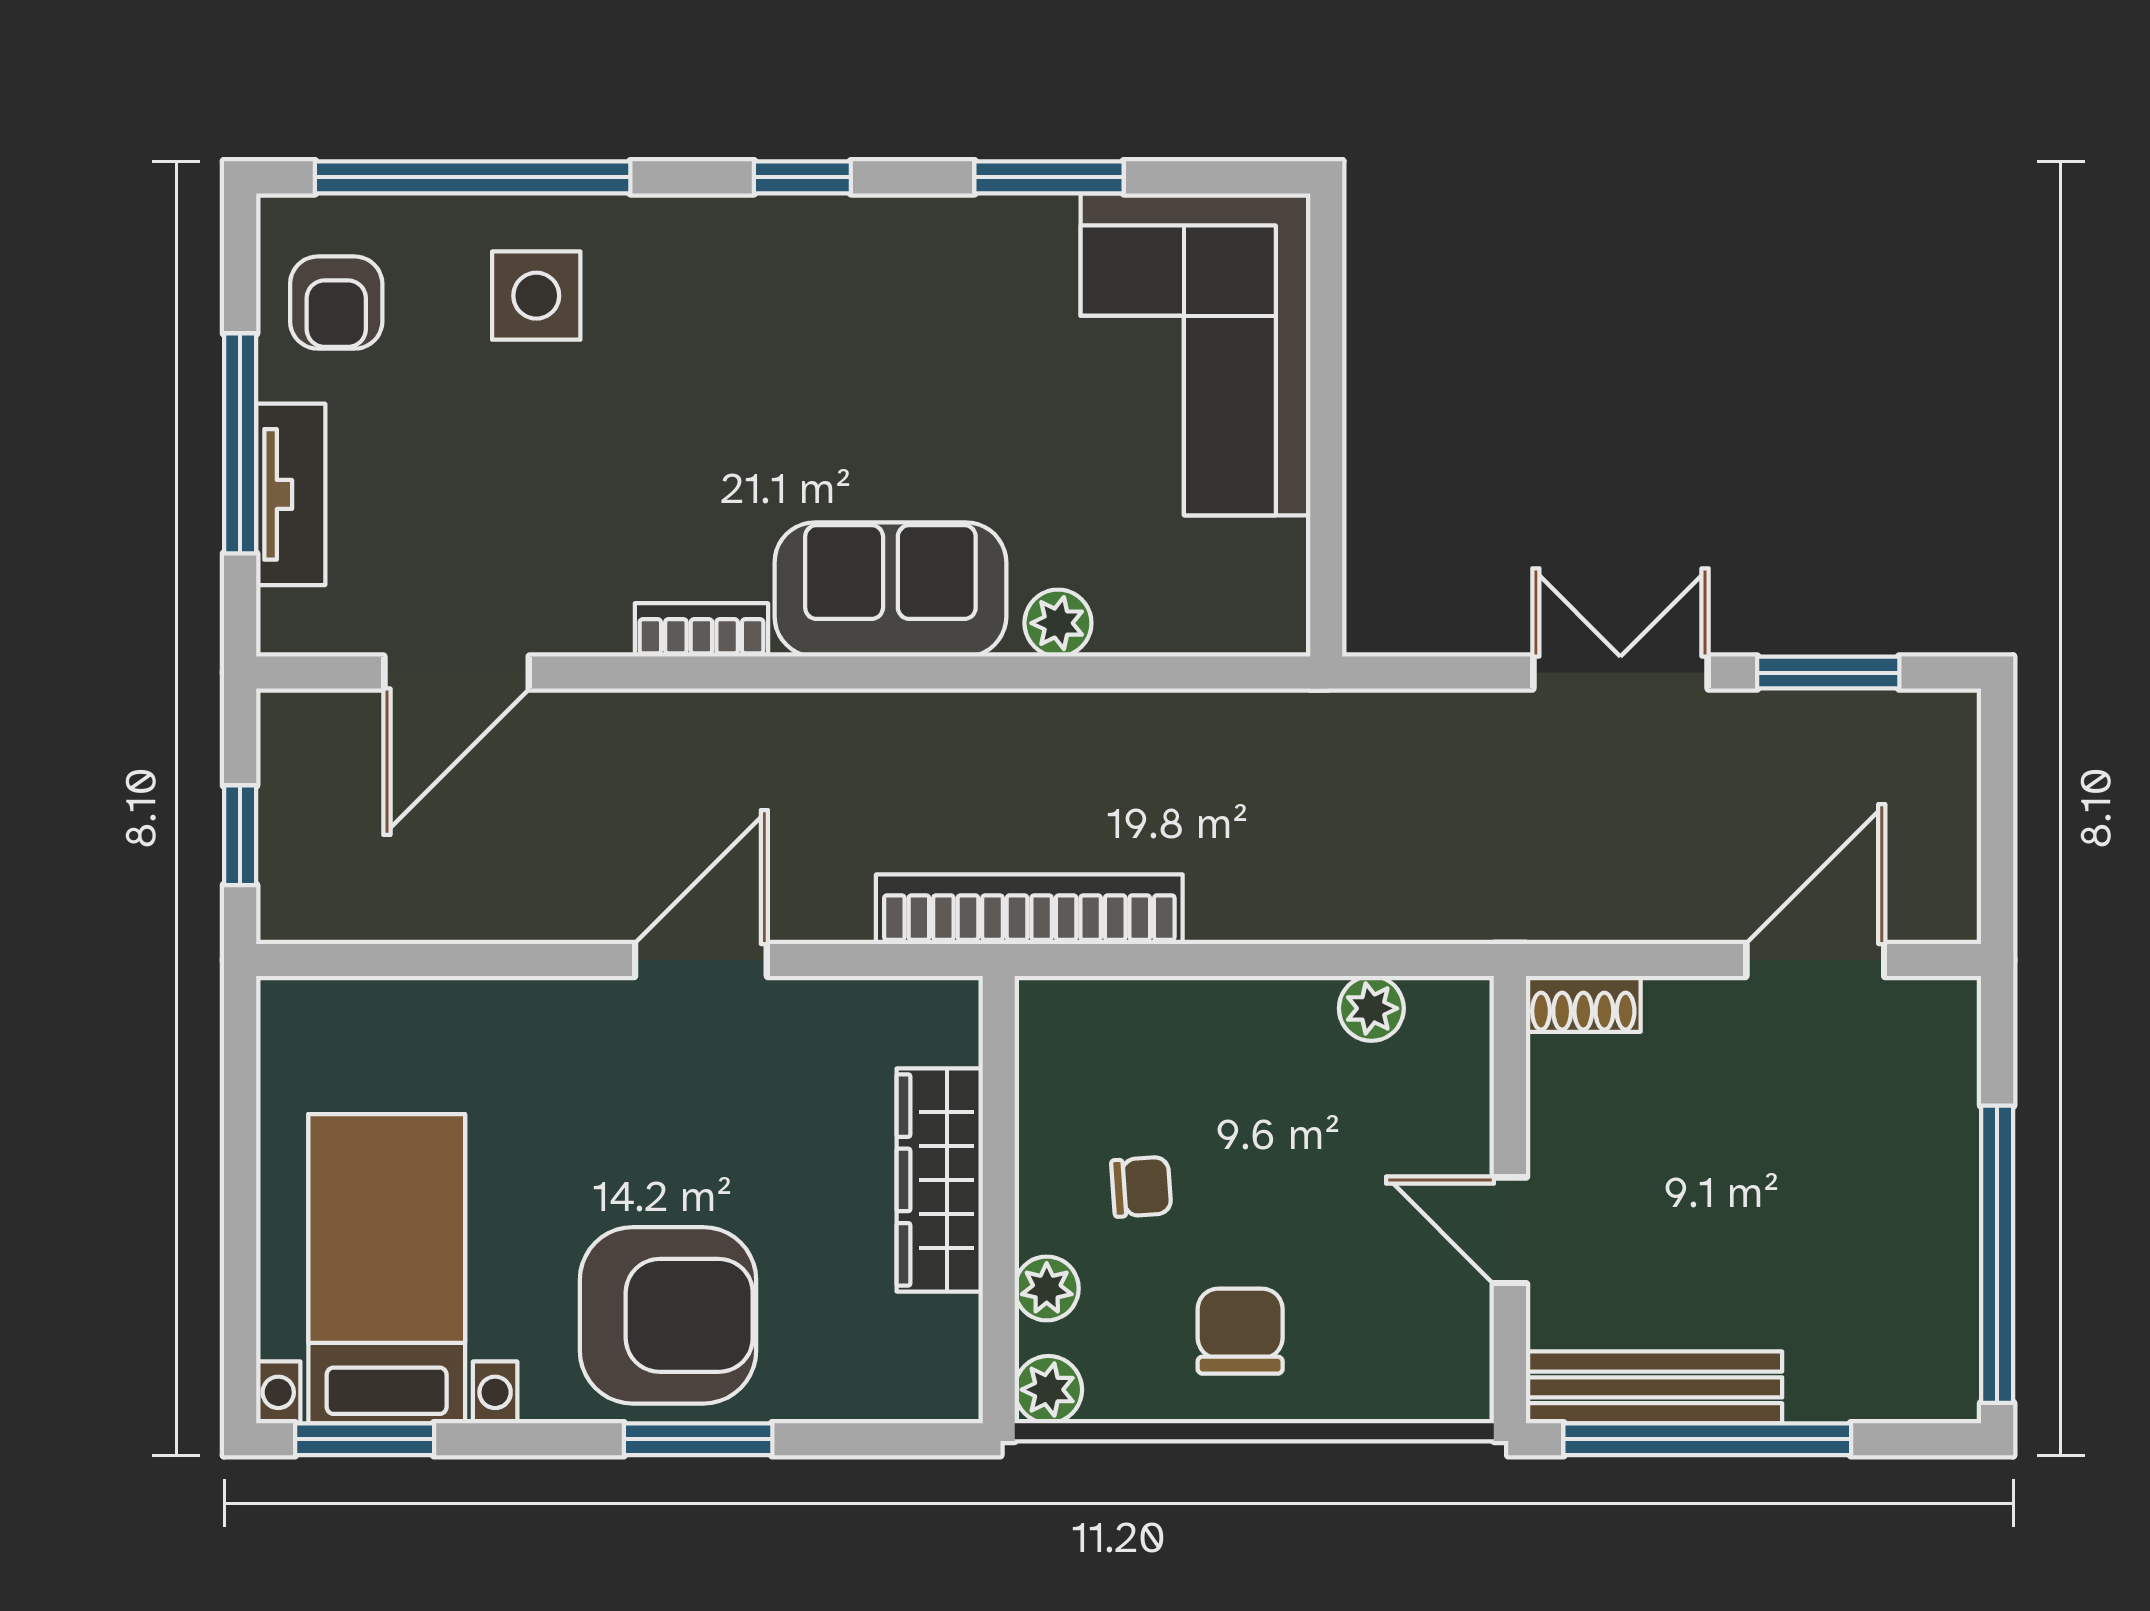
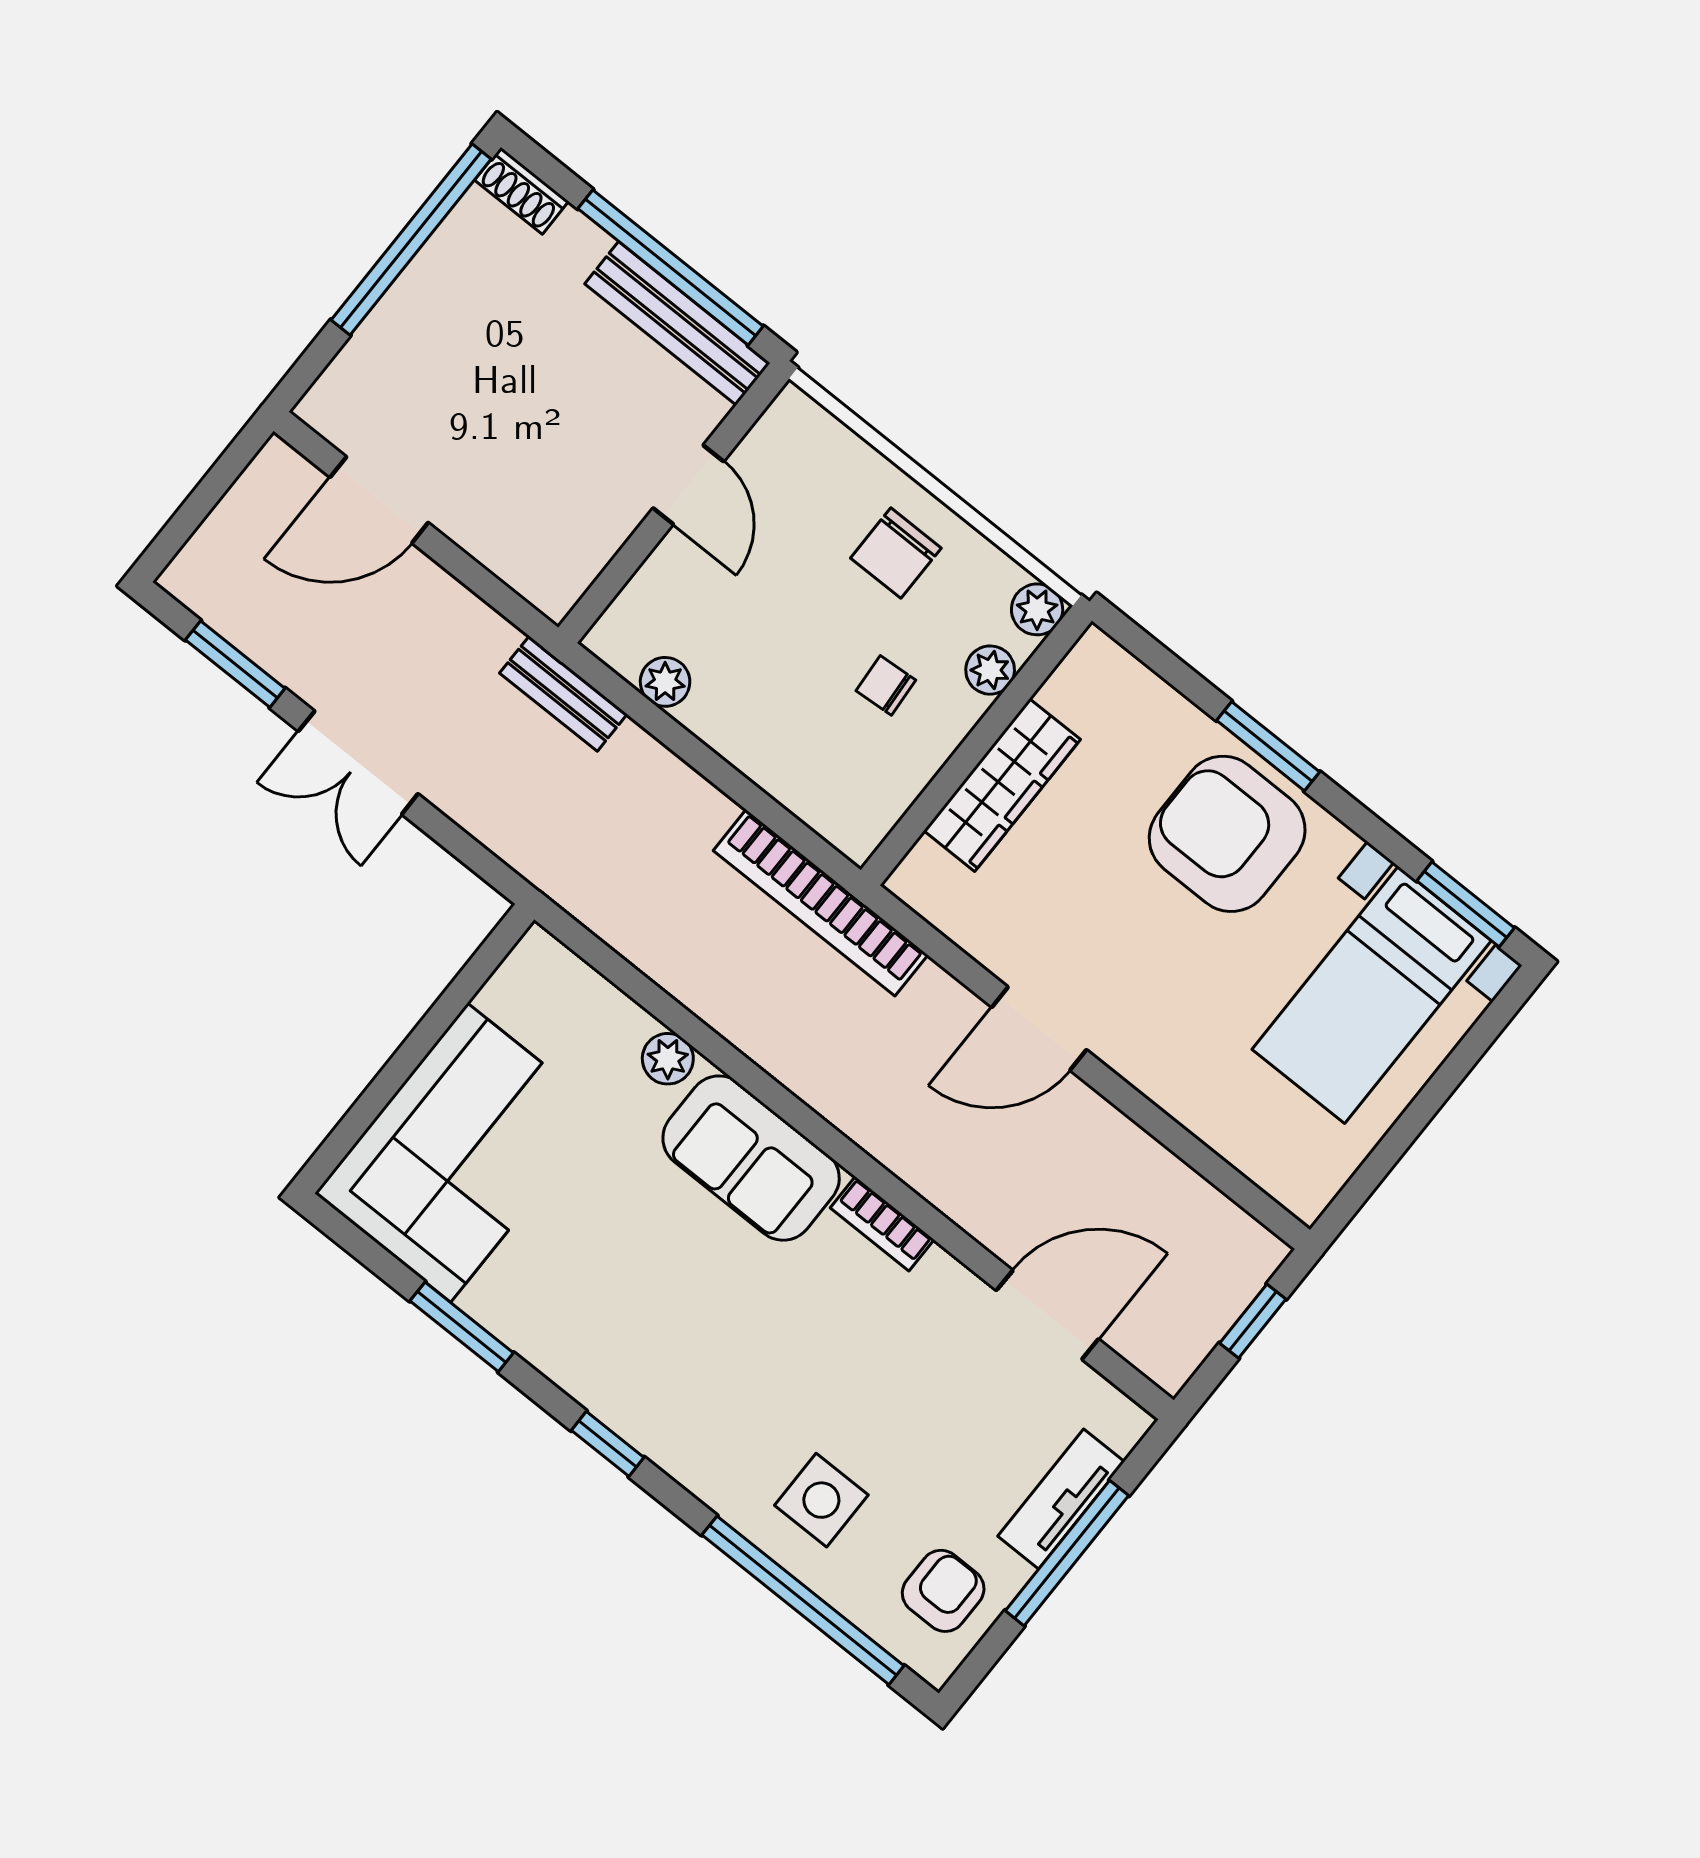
bench: (1466, 913) -> (563, 694), added
shoe rack: (1583, 1004) -> (522, 191), moved, turned 180

